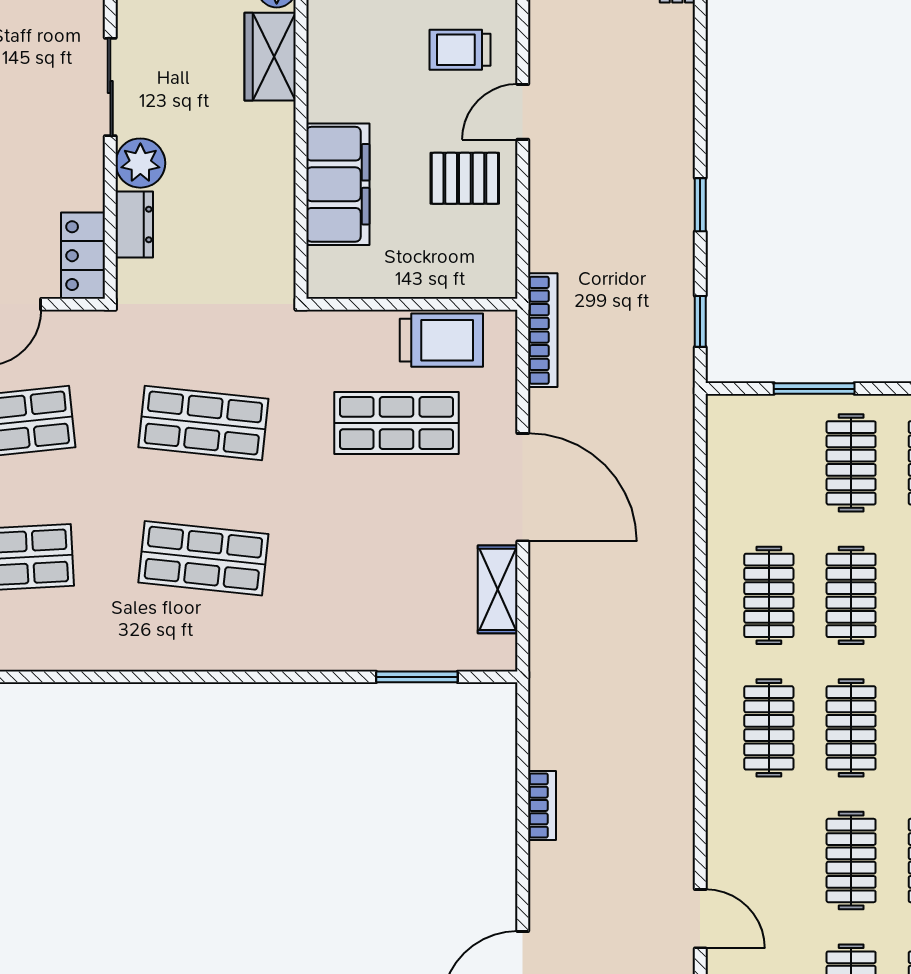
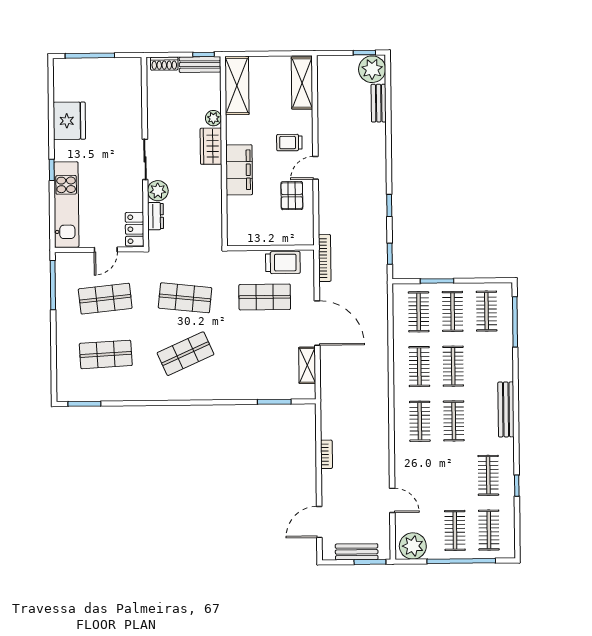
pallet: (465, 178) -> (292, 196), turned 90
filing cabinet: (338, 184) -> (239, 170), moved
shop shelf: (203, 558) -> (186, 354), turned -30
clothes rail: (851, 860) -> (419, 312), moved

